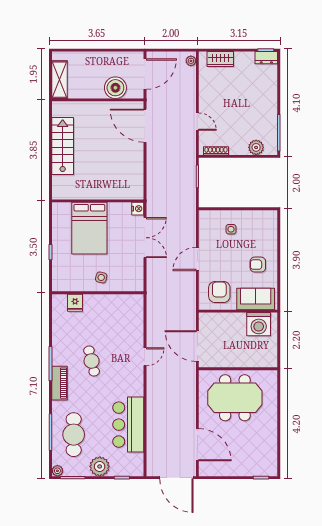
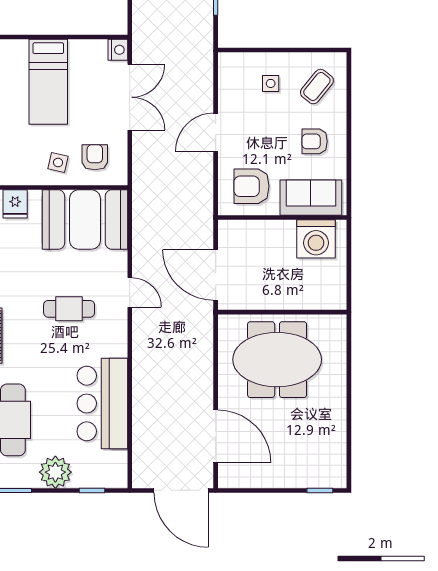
bed: (89, 228) -> (48, 82), width x0.67
coffee table: (259, 231) -> (317, 87), added
armchair: (124, 274) -> (95, 157), added
armchair: (219, 292) -> (252, 186), turned -90
booth: (118, 312) -> (85, 220), added
door: (145, 357) -> (130, 292), hinge flipped
cafe table: (92, 361) -> (69, 309), moved, turned -76

